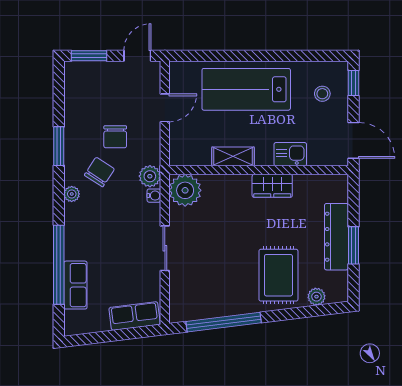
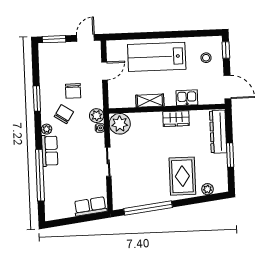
dresser: (336, 237) -> (218, 132), moved
row of seats: (75, 285) -> (50, 151), moved

